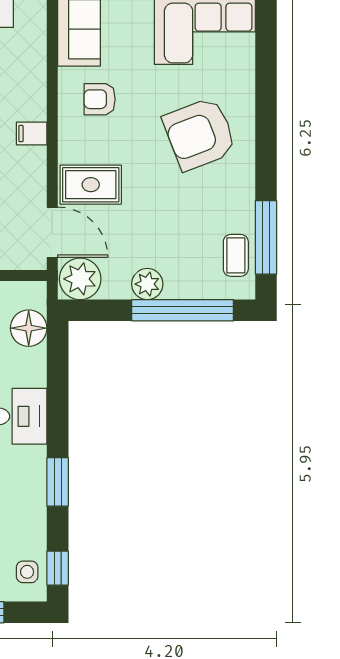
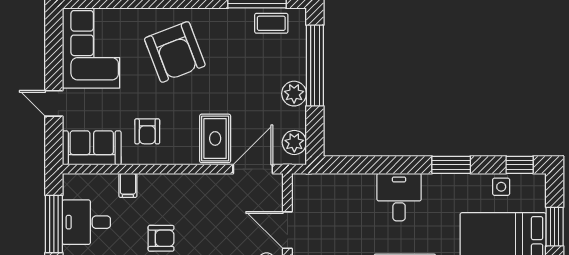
filing cabinet: (32, 134) -> (128, 185), moved
plant: (80, 279) -> (294, 142), width x0.73, depth x0.73
floor lamp: (29, 328) -> (329, 188), removed
side table: (27, 572) -> (501, 187), moved

